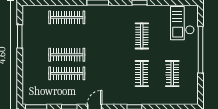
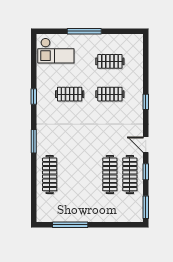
window: (20, 36) -> (70, 225), width x1.44
window: (200, 50) -> (84, 31), width x0.68
clothes rail: (67, 55) -> (130, 174), moved

